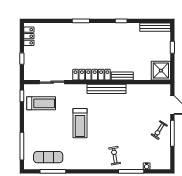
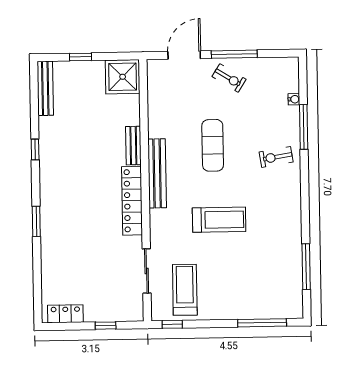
exercise mat: (48, 157) -> (213, 145), moved

